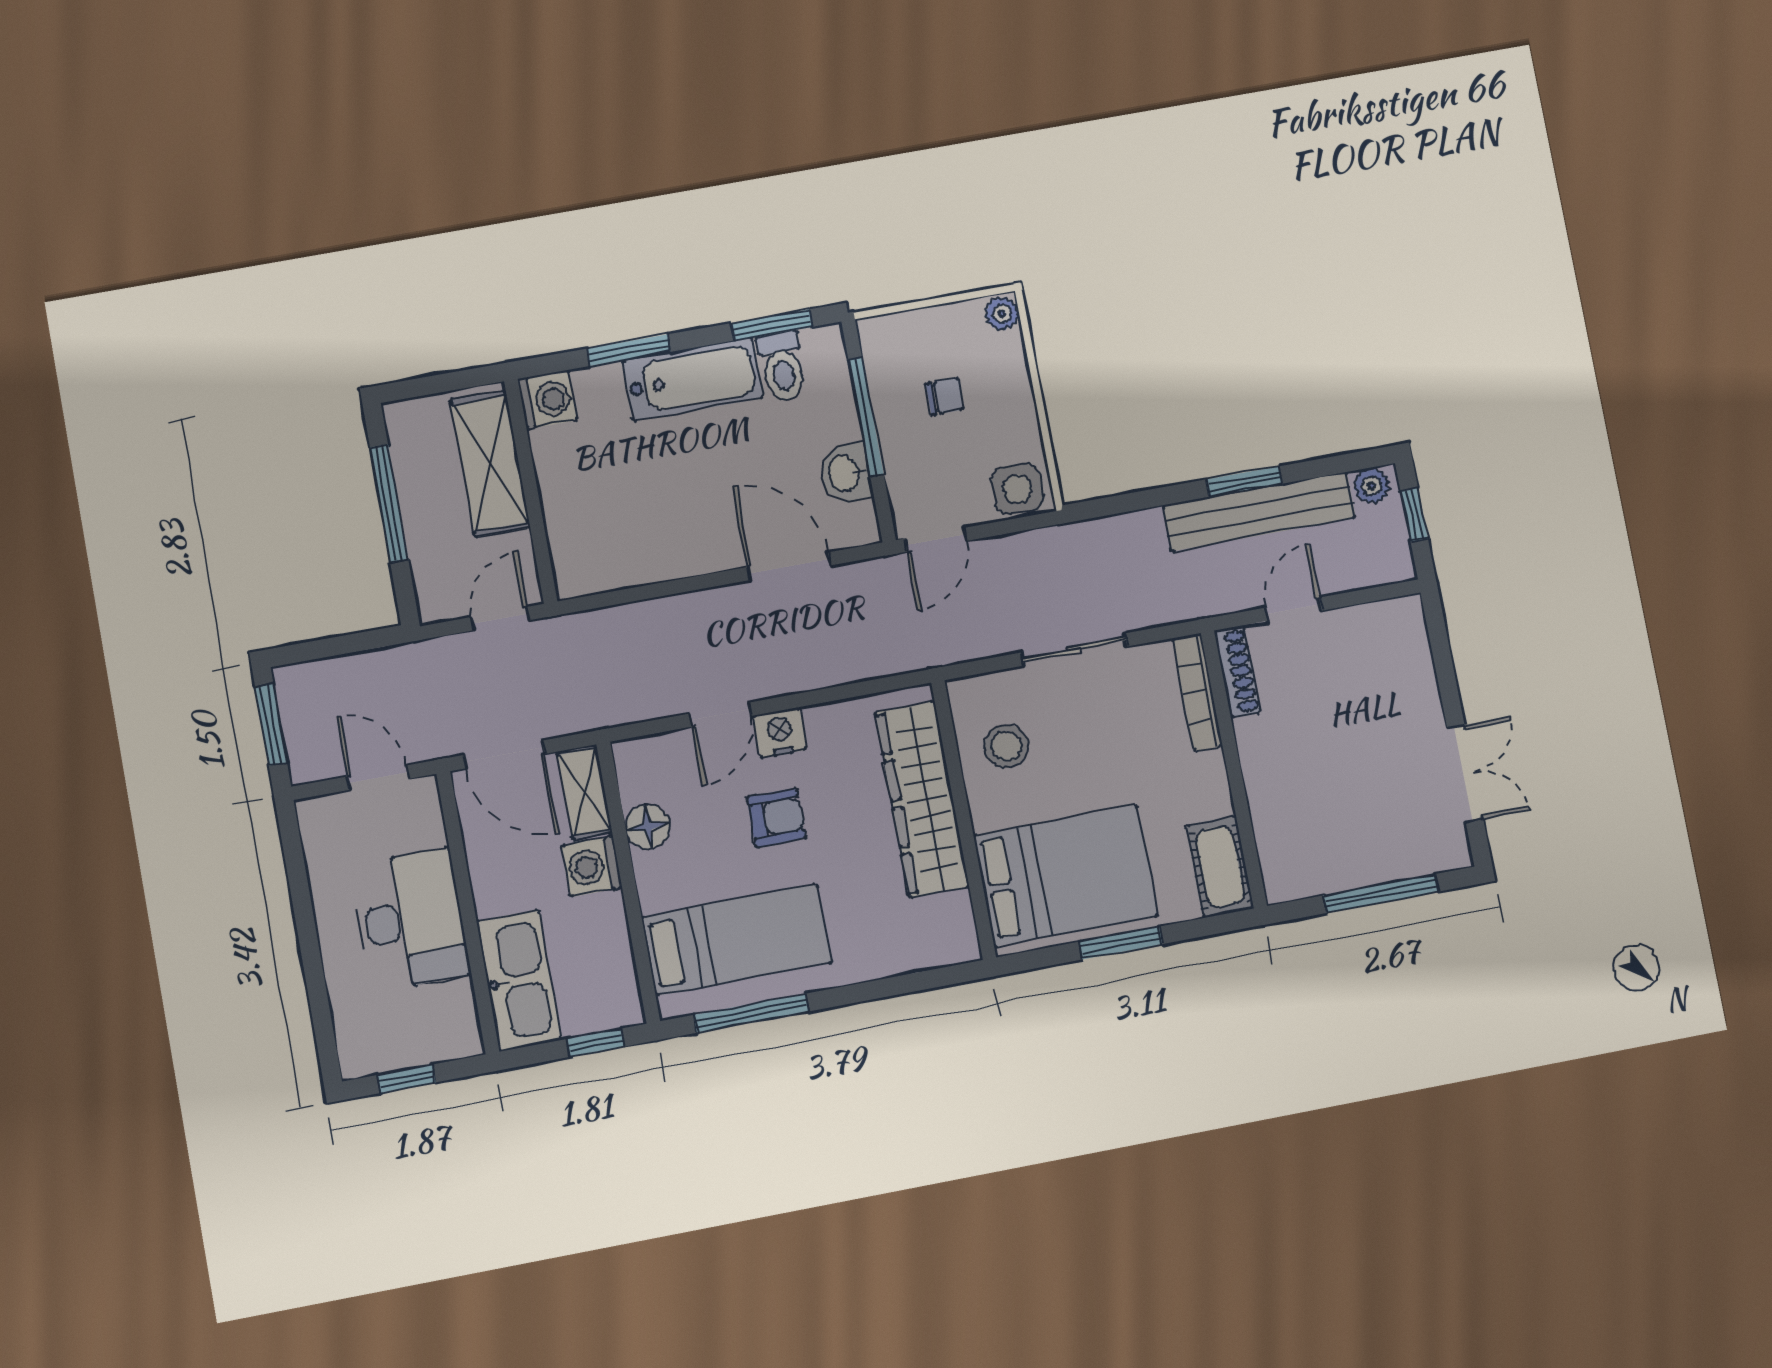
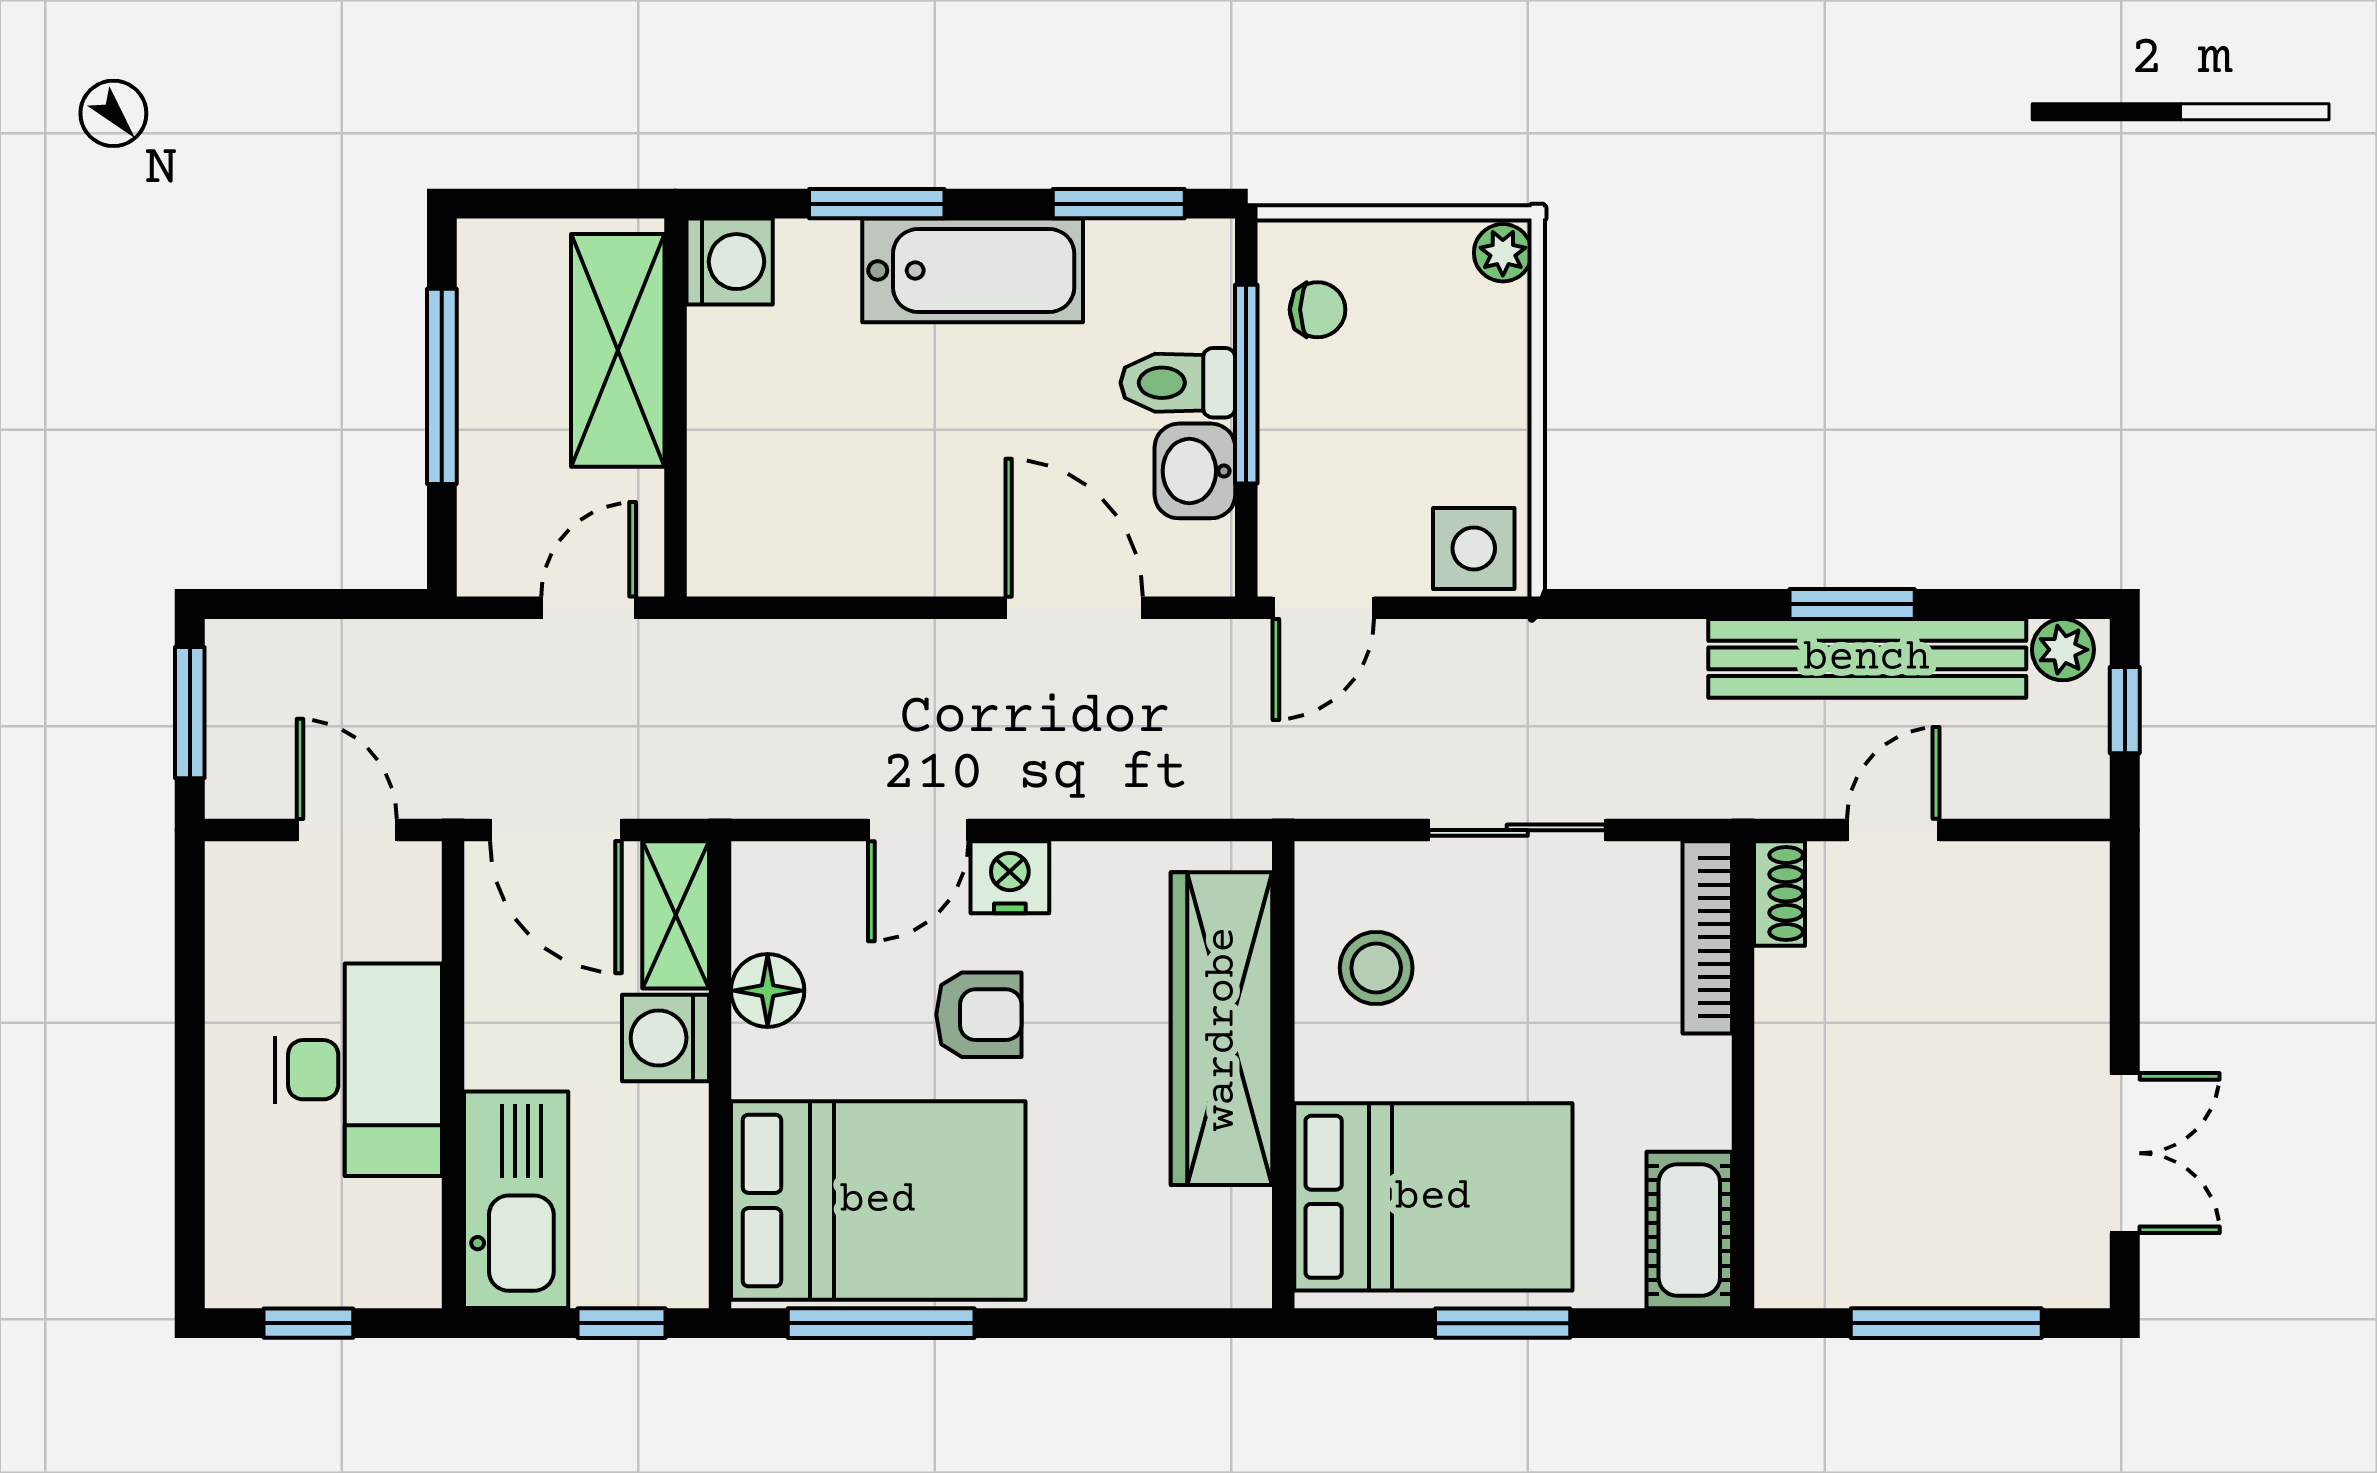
toilet: (782, 366) -> (1178, 383), moved, turned 90
chair: (945, 396) -> (1318, 310), moved
shoe rack: (1237, 672) -> (1780, 893), width x0.70
bed: (737, 940) -> (878, 1200), width x1.50

